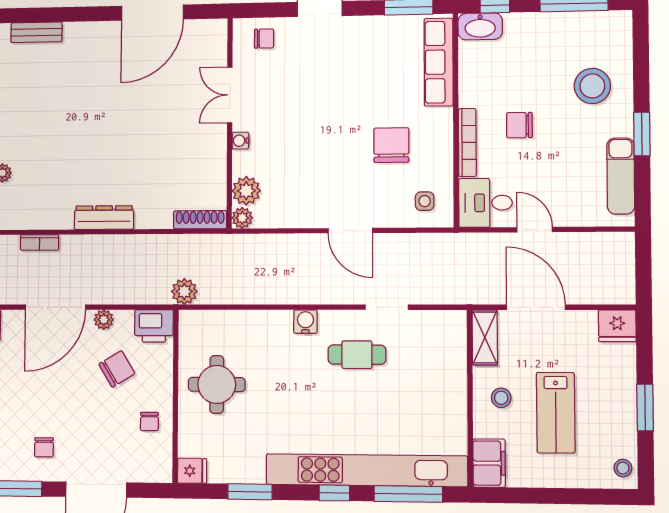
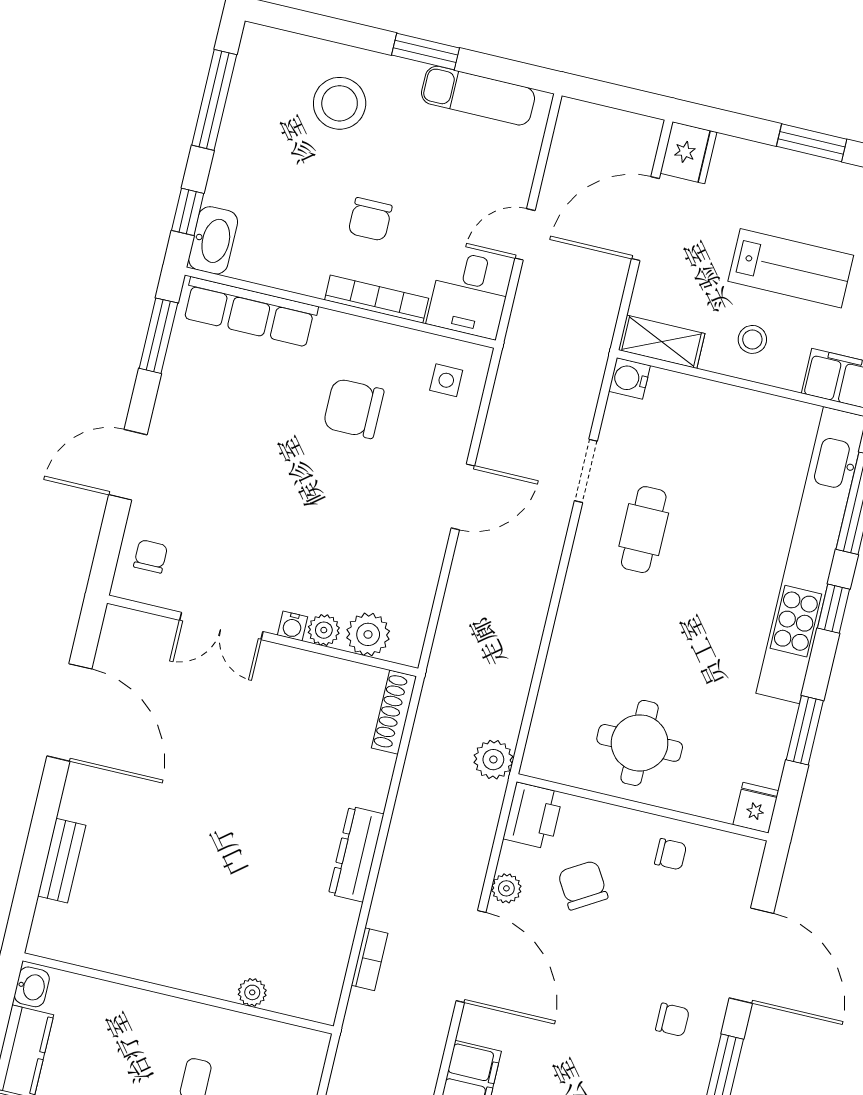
bench: (36, 32) -> (62, 861), moved
plant: (242, 218) -> (324, 630), moved
door: (536, 307) -> (645, 219), moved
water cooler: (305, 322) -> (629, 378), moved

